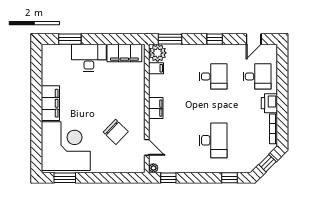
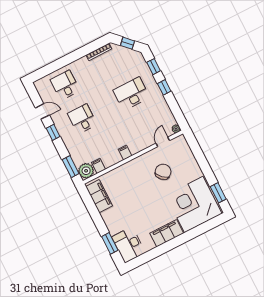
door: (254, 39) -> (42, 111), moved
desk: (89, 58) -> (129, 245), moved
printer: (269, 103) -> (81, 65), removed
filing cabinet: (156, 108) -> (125, 153), width x0.50
window: (168, 178) -> (164, 87), moved

